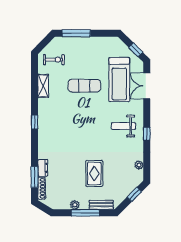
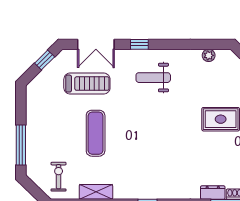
treadmill: (119, 80) -> (87, 84), width x0.73, depth x0.73
weight bench: (123, 126) -> (153, 78), turned 90
window: (147, 134) -> (139, 44), moved

